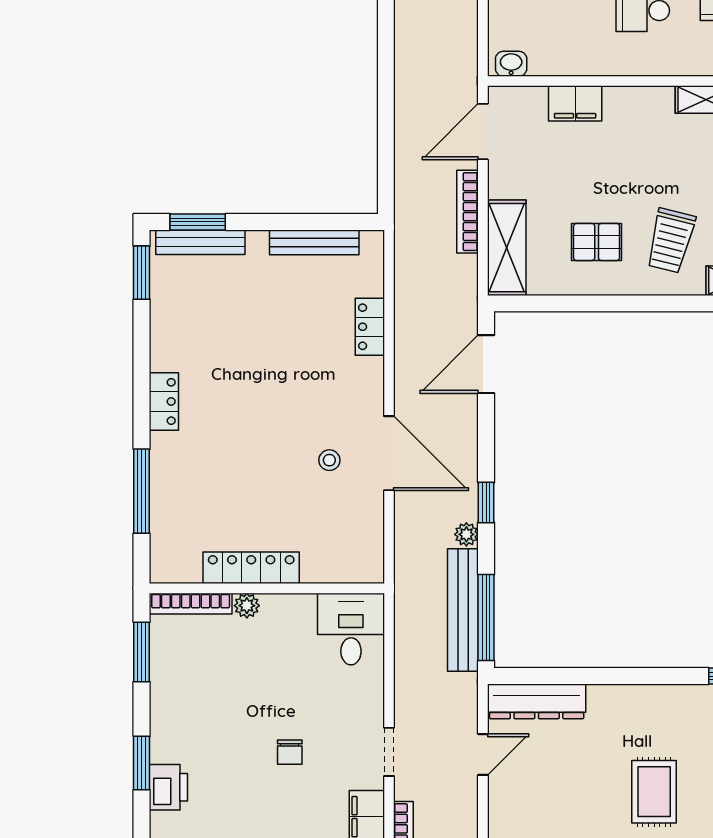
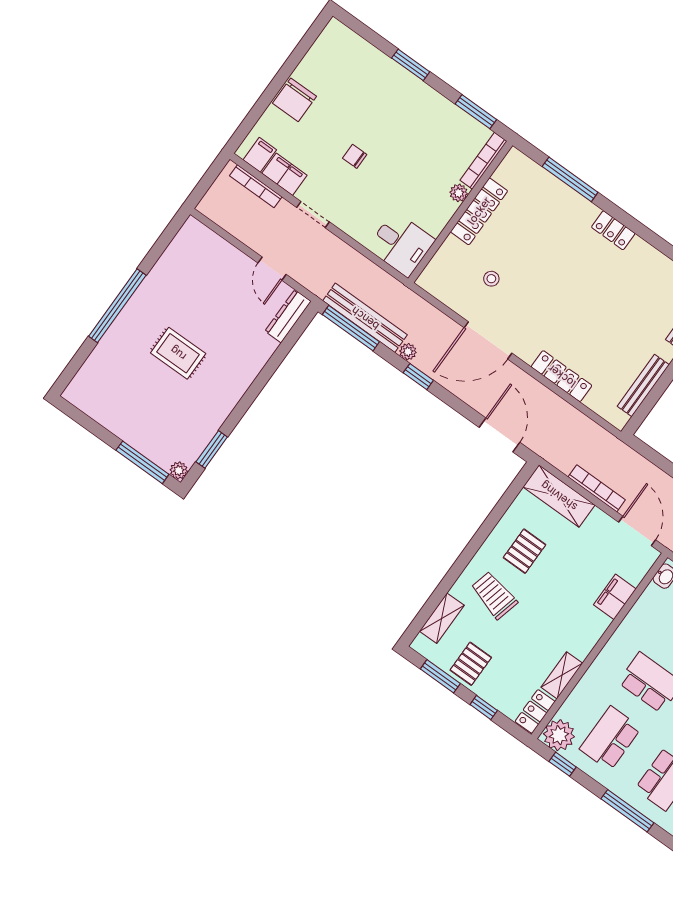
locker: (370, 327) -> (562, 376), width x1.53
stool: (329, 460) -> (491, 279), moved
dresser: (537, 701) -> (288, 316), width x0.73, depth x0.80
printer: (168, 787) -> (385, 70), removed

